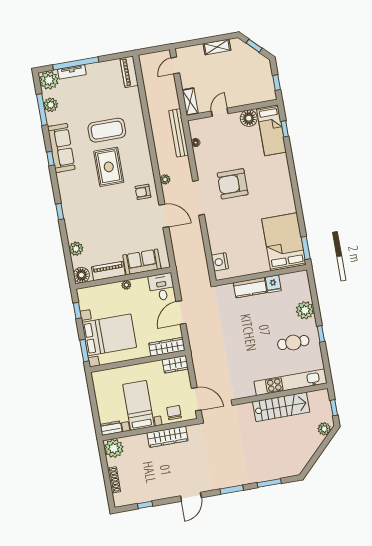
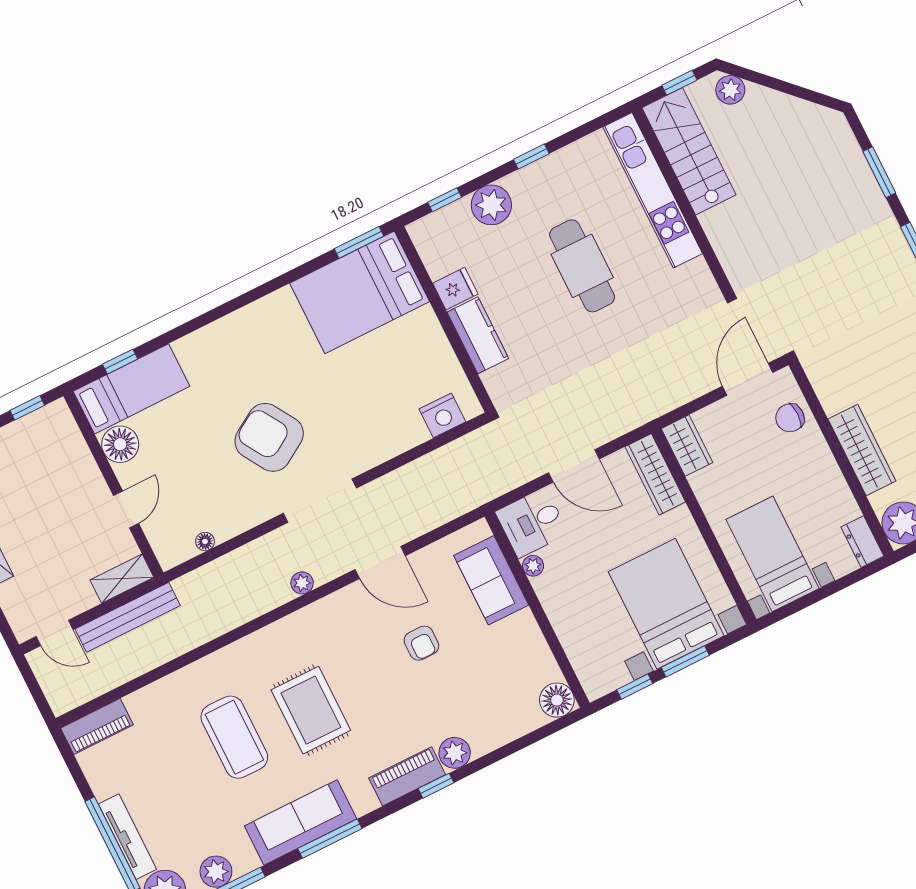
tv unit: (72, 72) -> (127, 837), width x1.41
door: (220, 112) -> (126, 509), swing flipped
bench: (179, 133) -> (128, 617), moved
window: (50, 159) -> (330, 839), width x2.17
rug: (109, 167) -> (311, 710), turned 90
armchair: (233, 184) -> (269, 437), turned 148
armchair: (143, 192) -> (421, 643), moved
door: (164, 216) -> (380, 563), swing flipped
plant: (76, 249) -> (455, 753), moved
piano: (108, 271) -> (407, 776), moved, turned 90
plant: (126, 285) -> (533, 566), moved
window: (313, 291) -> (445, 200), added
cafe table: (293, 343) -> (582, 266), moved, width x1.37, depth x1.35
window: (84, 351) -> (685, 661), moved
bed with nightstands: (139, 405) -> (773, 554), moved, turned 90
stairs: (281, 407) -> (689, 151), moved
wardrobe: (168, 437) -> (862, 450), moved

